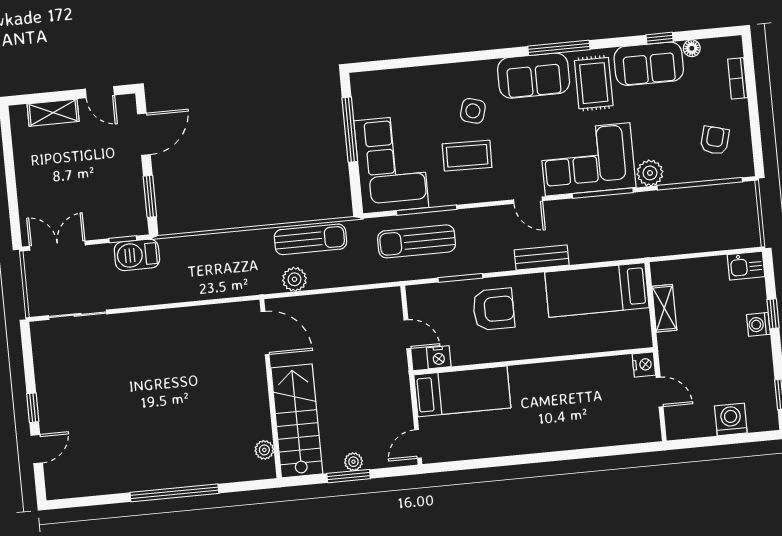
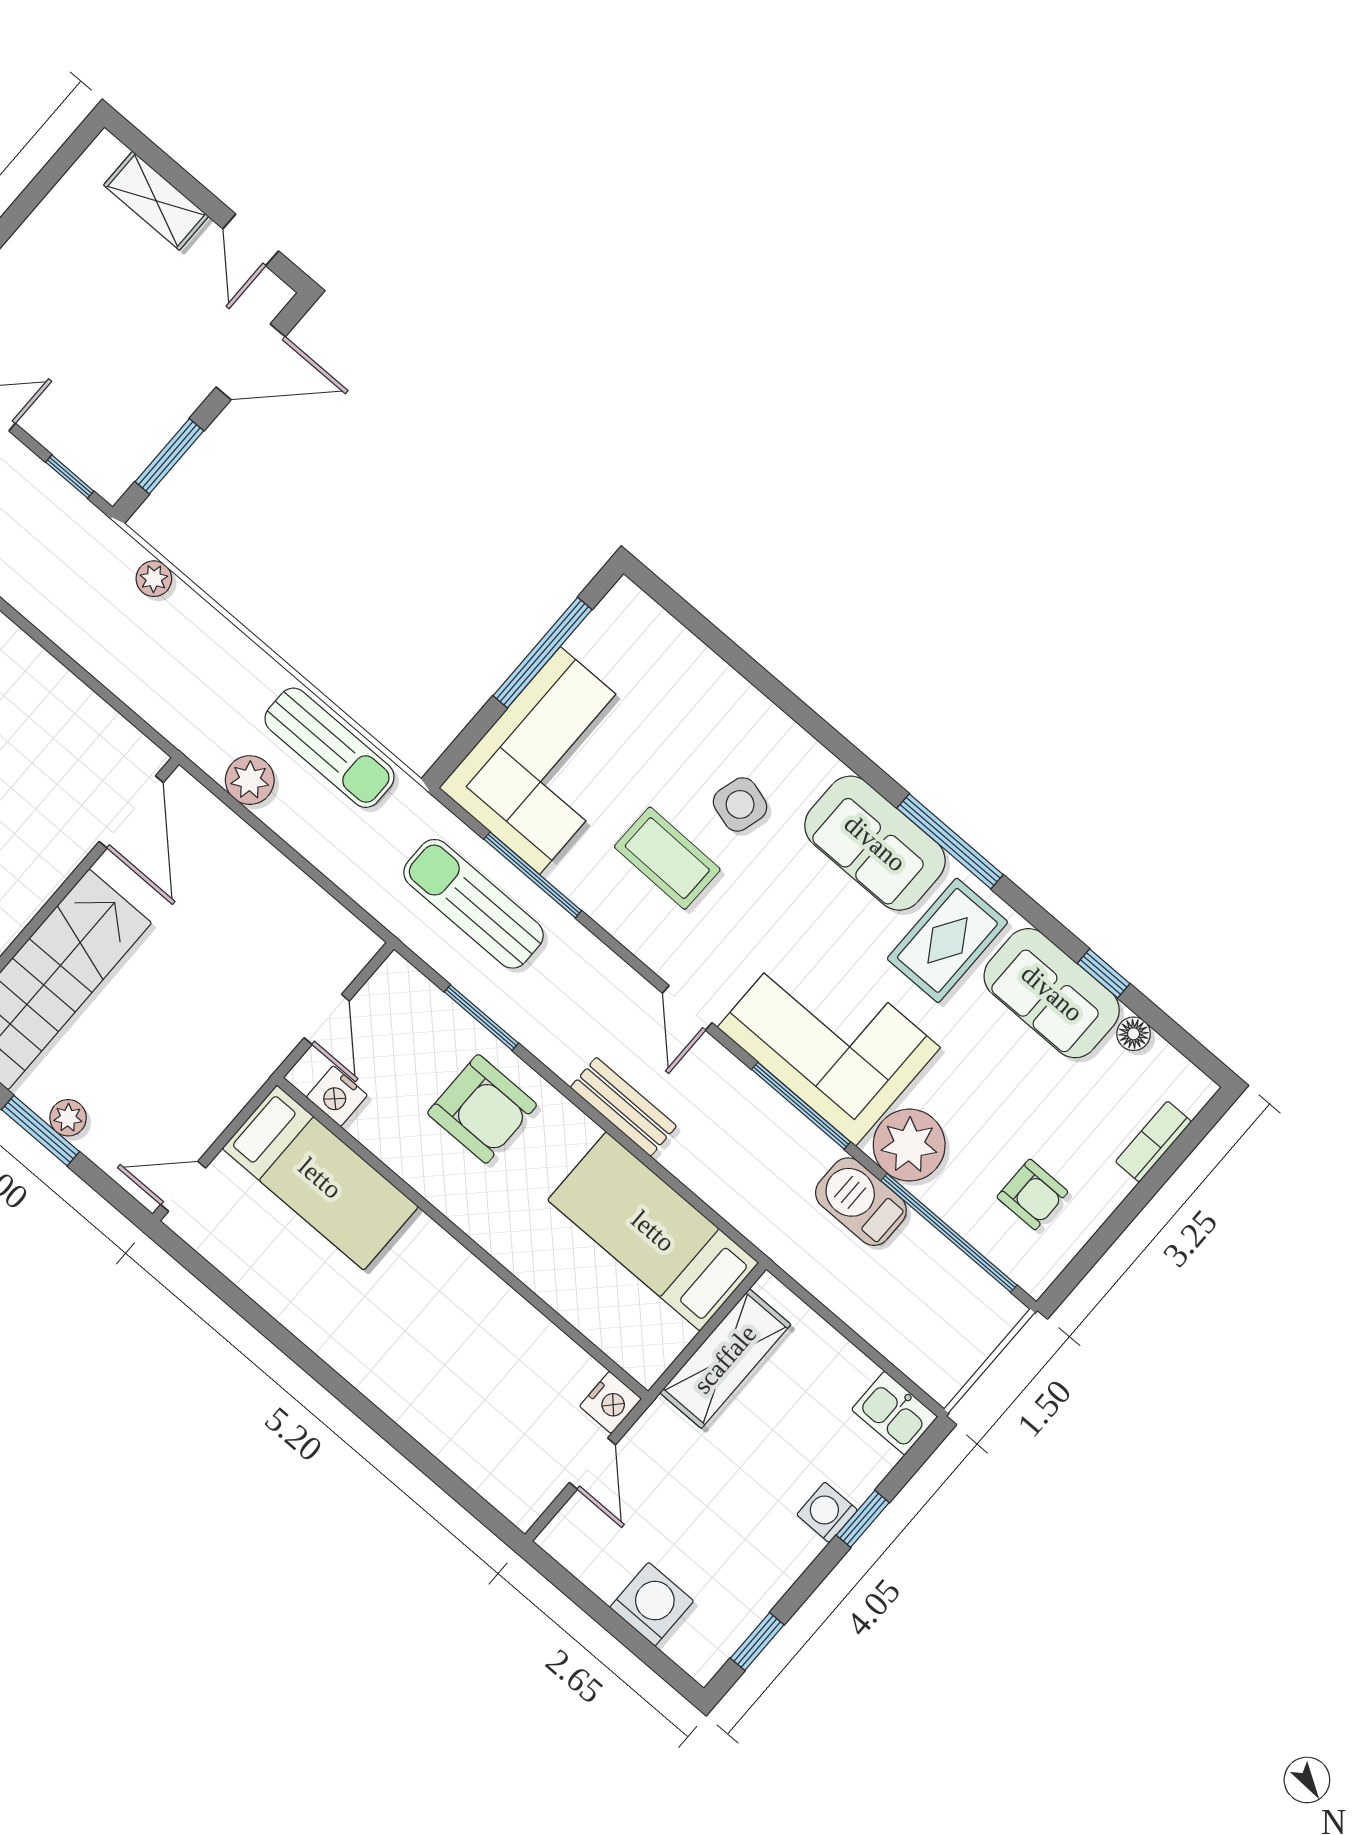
armchair: (715, 140) -> (1032, 1194), turned 75
plant: (650, 173) -> (909, 1145), width x1.36, depth x1.36
plant: (189, 244) -> (154, 579), added
barbecue: (137, 255) -> (861, 1202), moved
shelving: (664, 308) -> (725, 1359), width x1.50, depth x1.33

